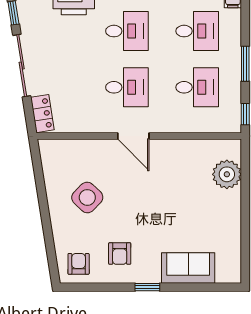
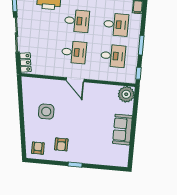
plant: (227, 174) -> (126, 94), moved
side table: (87, 197) -> (46, 112), turned 45
sofa: (188, 268) -> (122, 130), moved, turned -90

